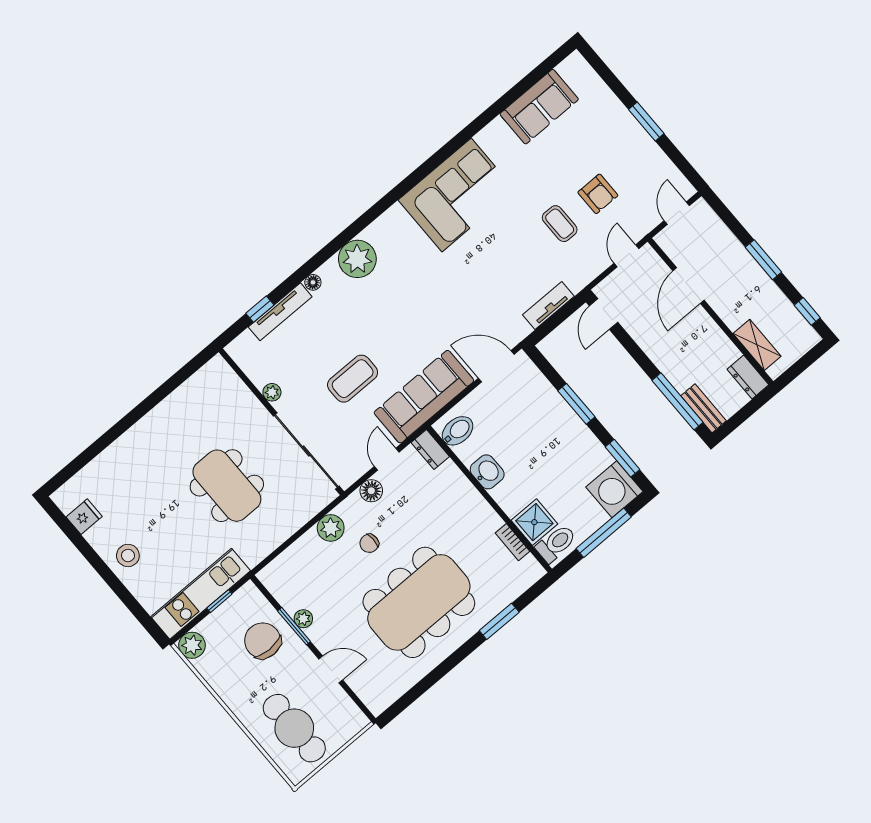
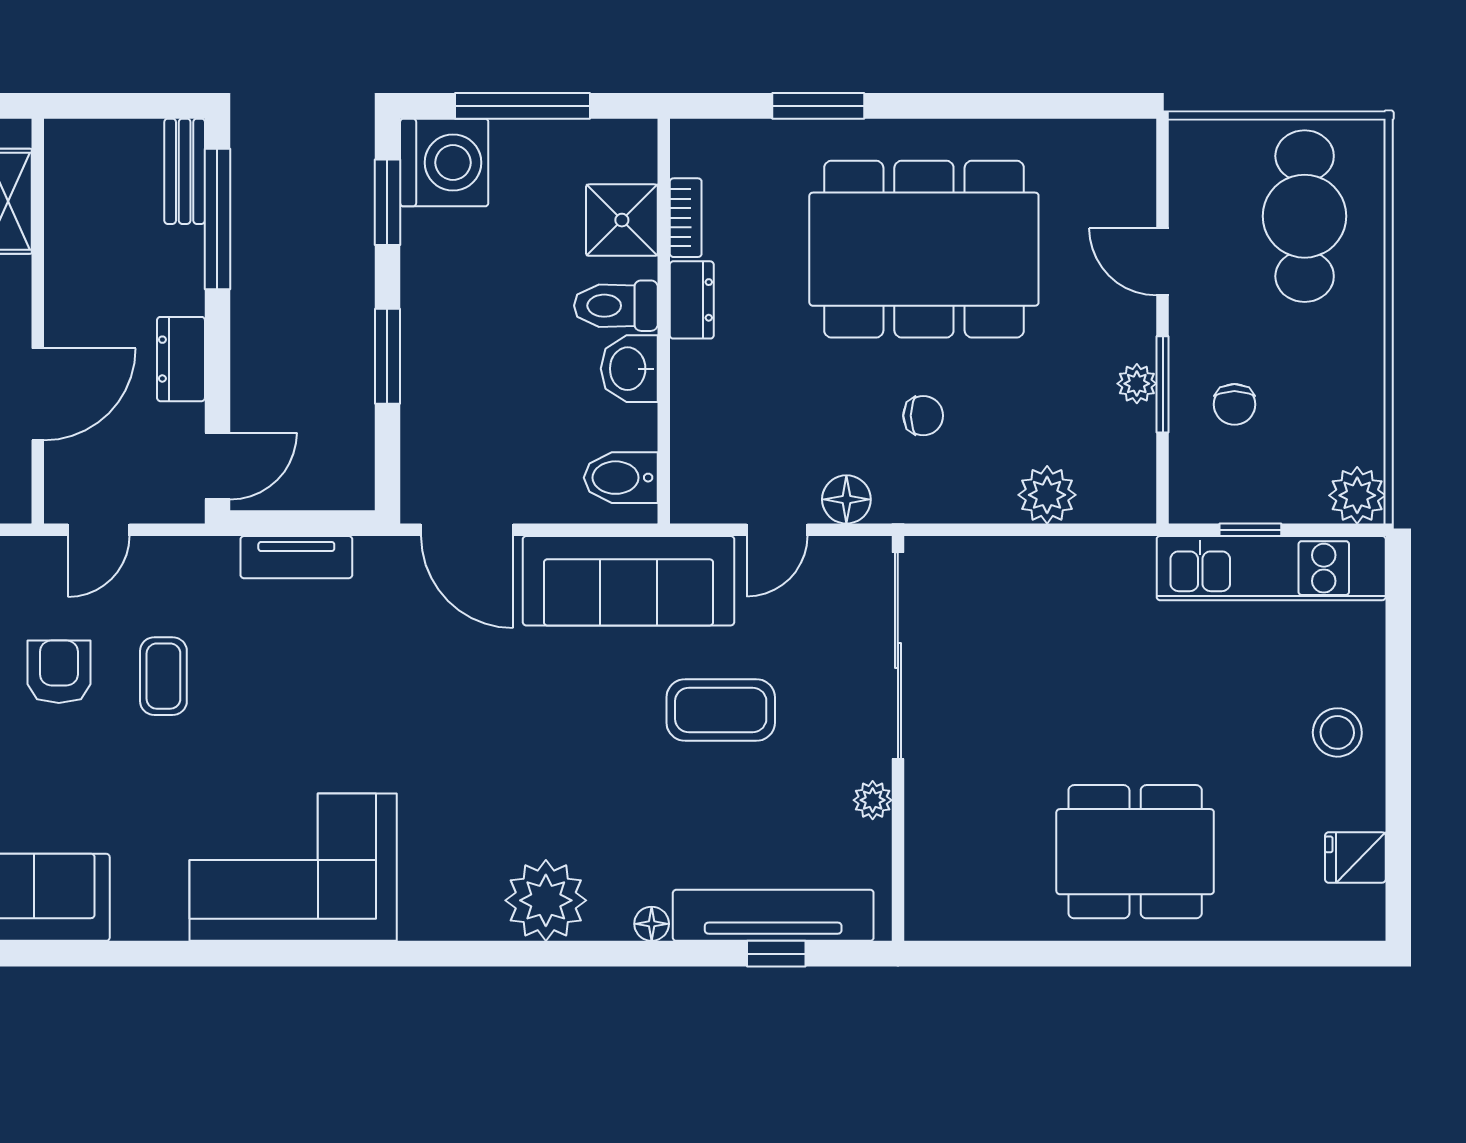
tv unit: (280, 312) -> (773, 915), width x1.36, depth x1.29
dresser: (748, 377) -> (181, 359), moved, turned 180
dresser: (430, 449) -> (692, 300), moved
dining table: (227, 486) -> (1135, 852), moved, turned 90
plant: (331, 528) -> (1047, 495), moved
toilet: (556, 543) -> (616, 306), moved
chair: (263, 641) -> (1234, 404), width x0.54, depth x0.54

